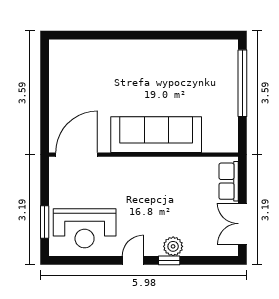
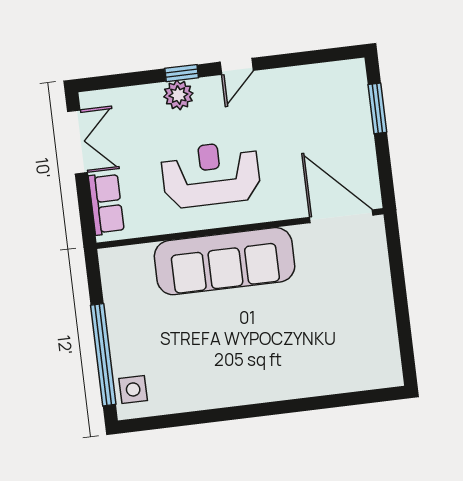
side table: (226, 58) -> (133, 389), added
door: (77, 155) -> (341, 216), swing flipped
reception desk: (85, 228) -> (211, 174), moved

